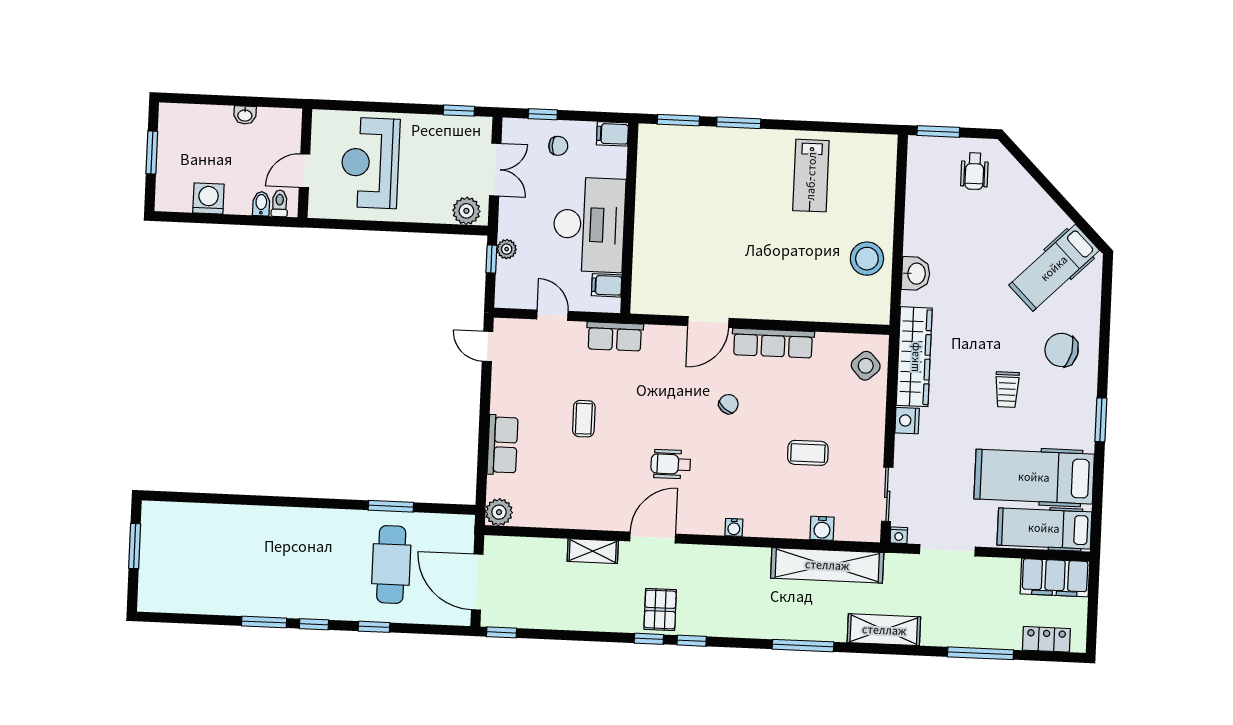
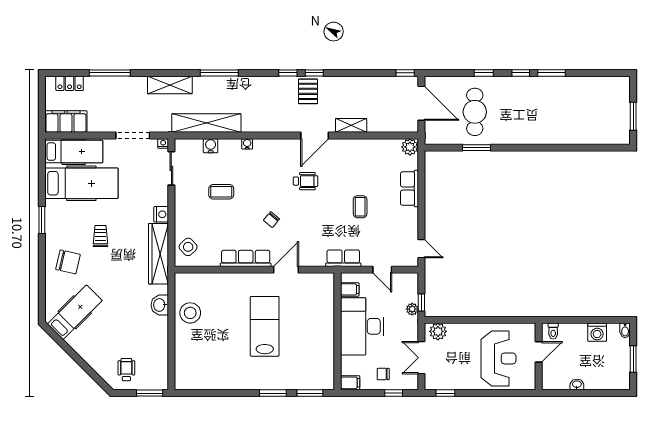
lab bench: (811, 176) -> (265, 326), moved, width x1.36, depth x1.39
bidet: (261, 204) -> (625, 330), moved
water cooler: (734, 527) -> (247, 144), moved

